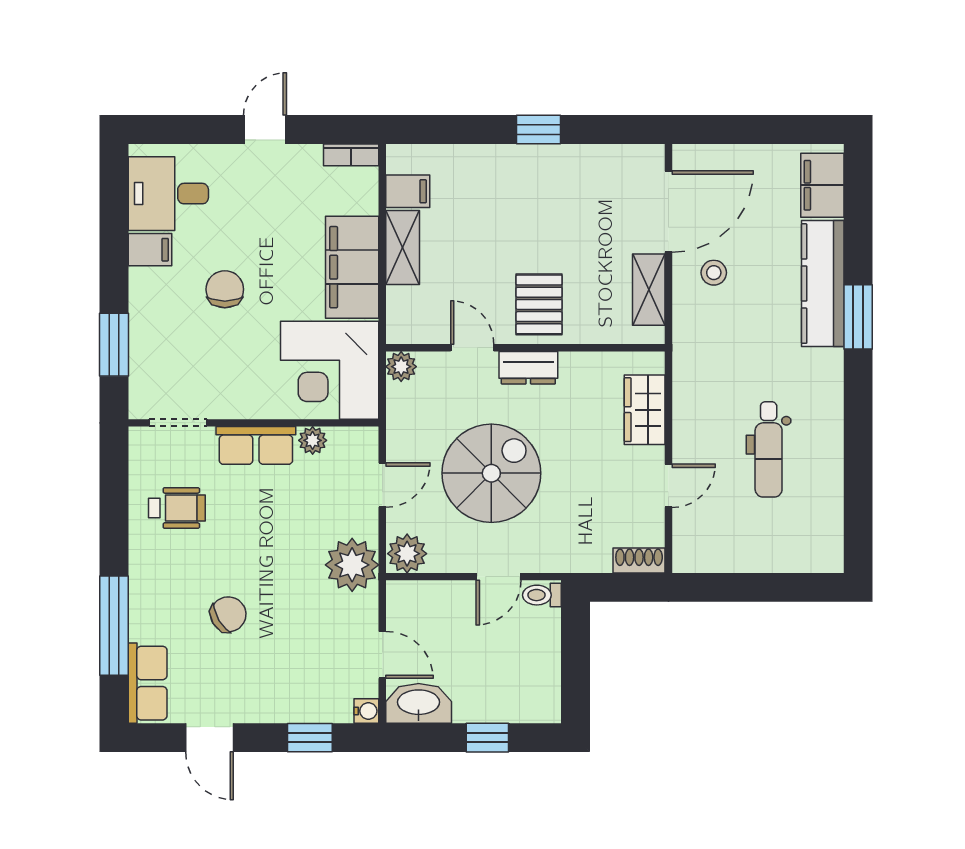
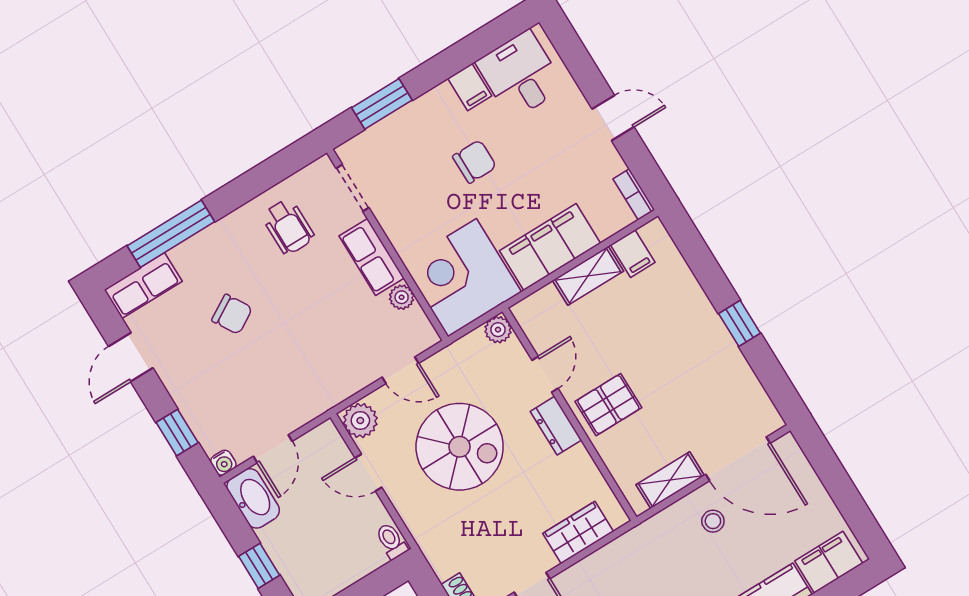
plant: (352, 565) -> (326, 384), removed
door: (498, 577) -> (368, 473), moved

